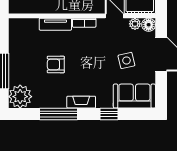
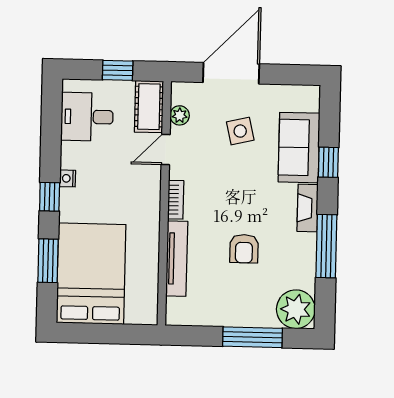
tv unit: (55, 24) -> (177, 259), width x1.41
floor lamp: (149, 25) -> (182, 93), removed
sofa: (134, 96) -> (299, 148), moved

